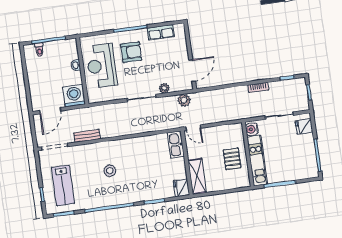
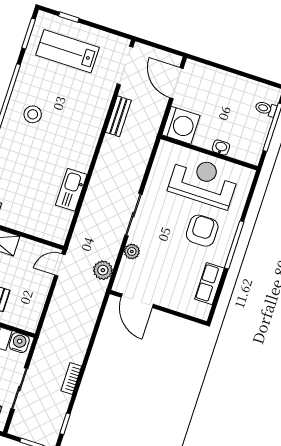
armchair: (131, 52) -> (202, 231), turned 180
kitchen sink: (176, 145) -> (71, 190), moved, turned -90
stool: (110, 171) -> (33, 114), moved

